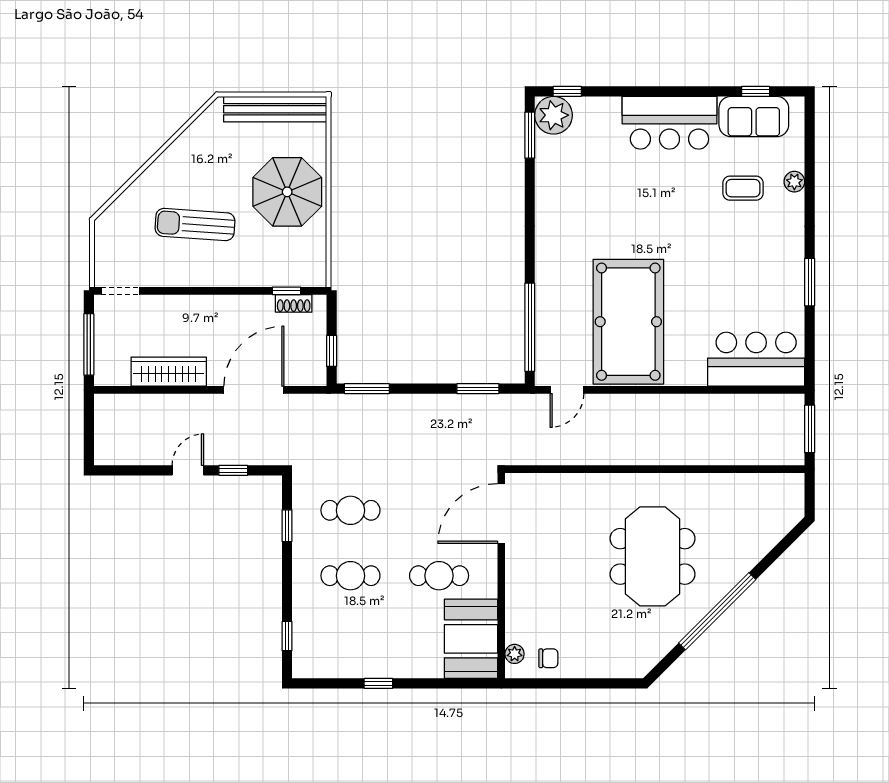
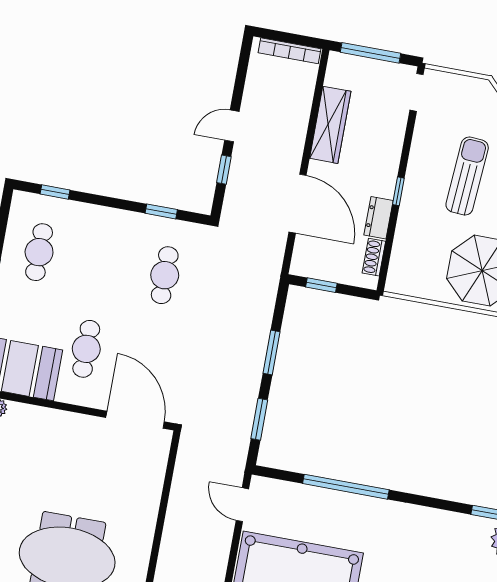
window: (286, 291) -> (398, 191), moved
dresser: (253, 306) -> (379, 218), added
window: (530, 327) -> (346, 487), moved
window: (367, 389) -> (272, 352), moved
bookcase: (102, 426) -> (290, 51), added
door: (188, 470) -> (232, 126), swing flipped
cafe table: (350, 576) -> (39, 252), moved

